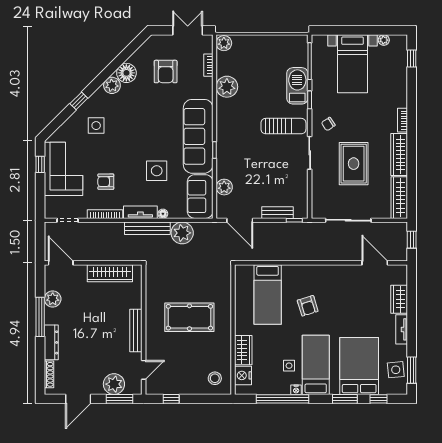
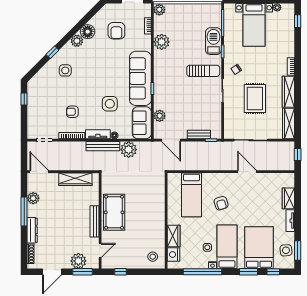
corner sofa: (64, 169) -> (41, 102), removed
door: (375, 263) -> (247, 172), moved
pool table: (189, 317) -> (114, 212), moved, turned 90

